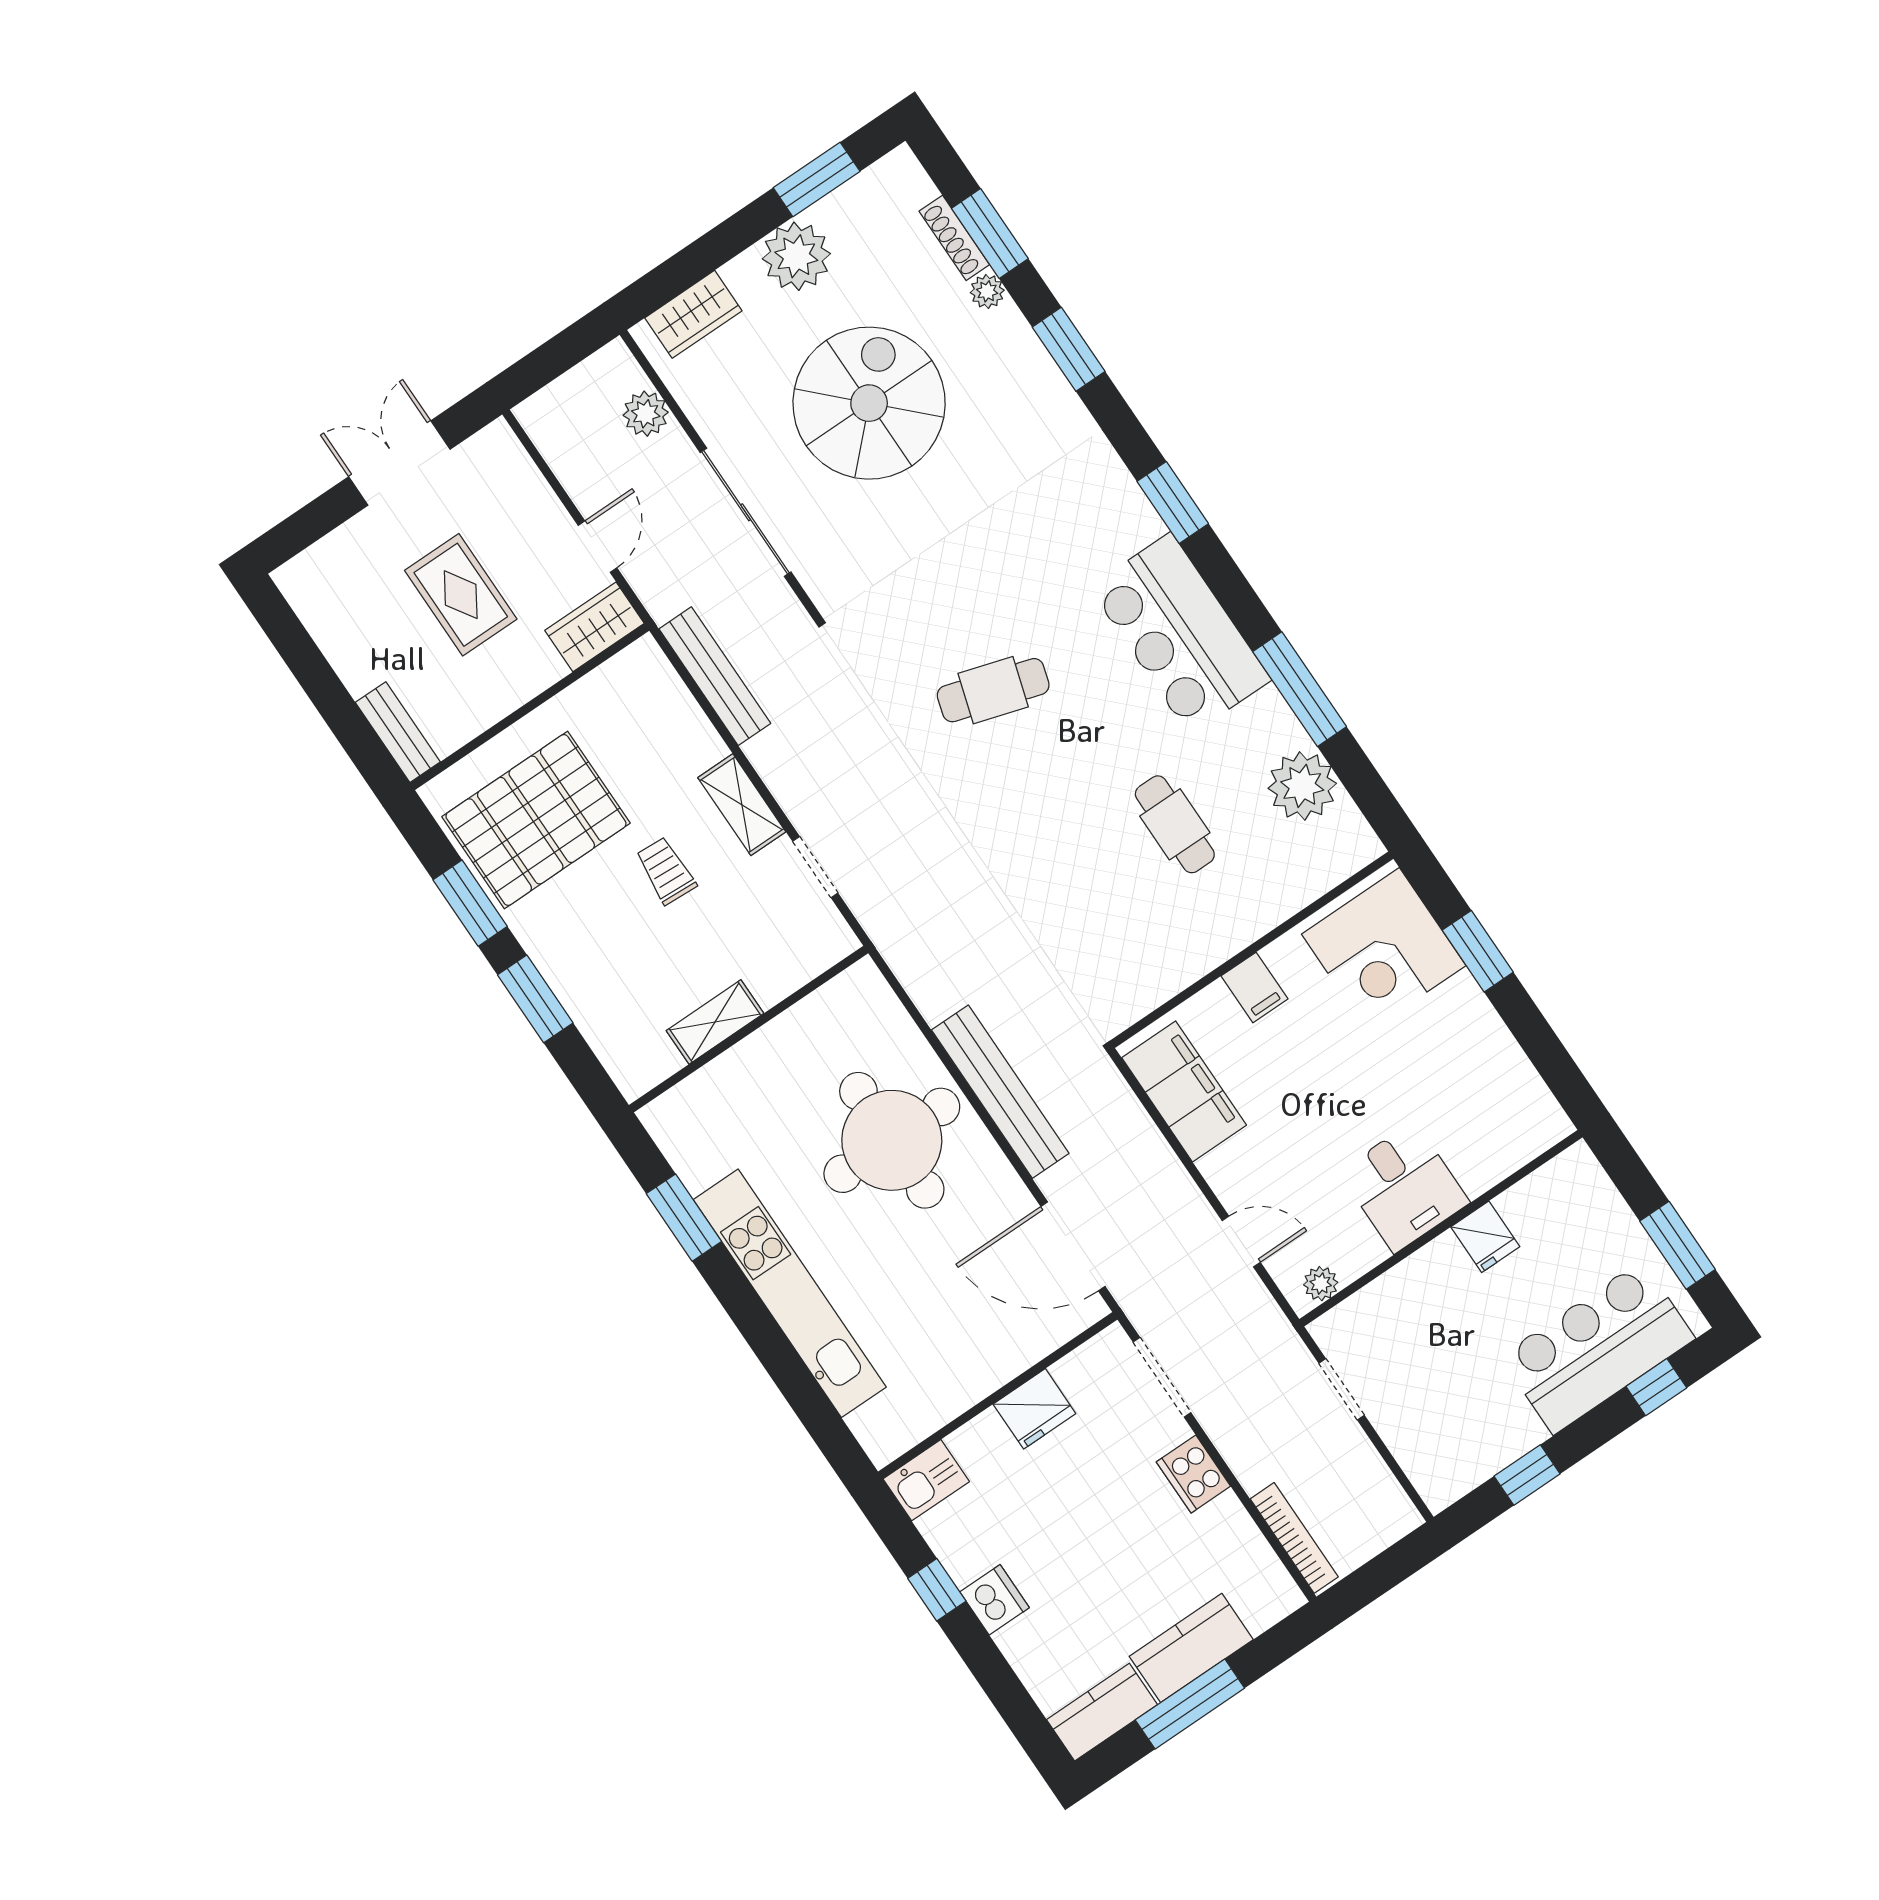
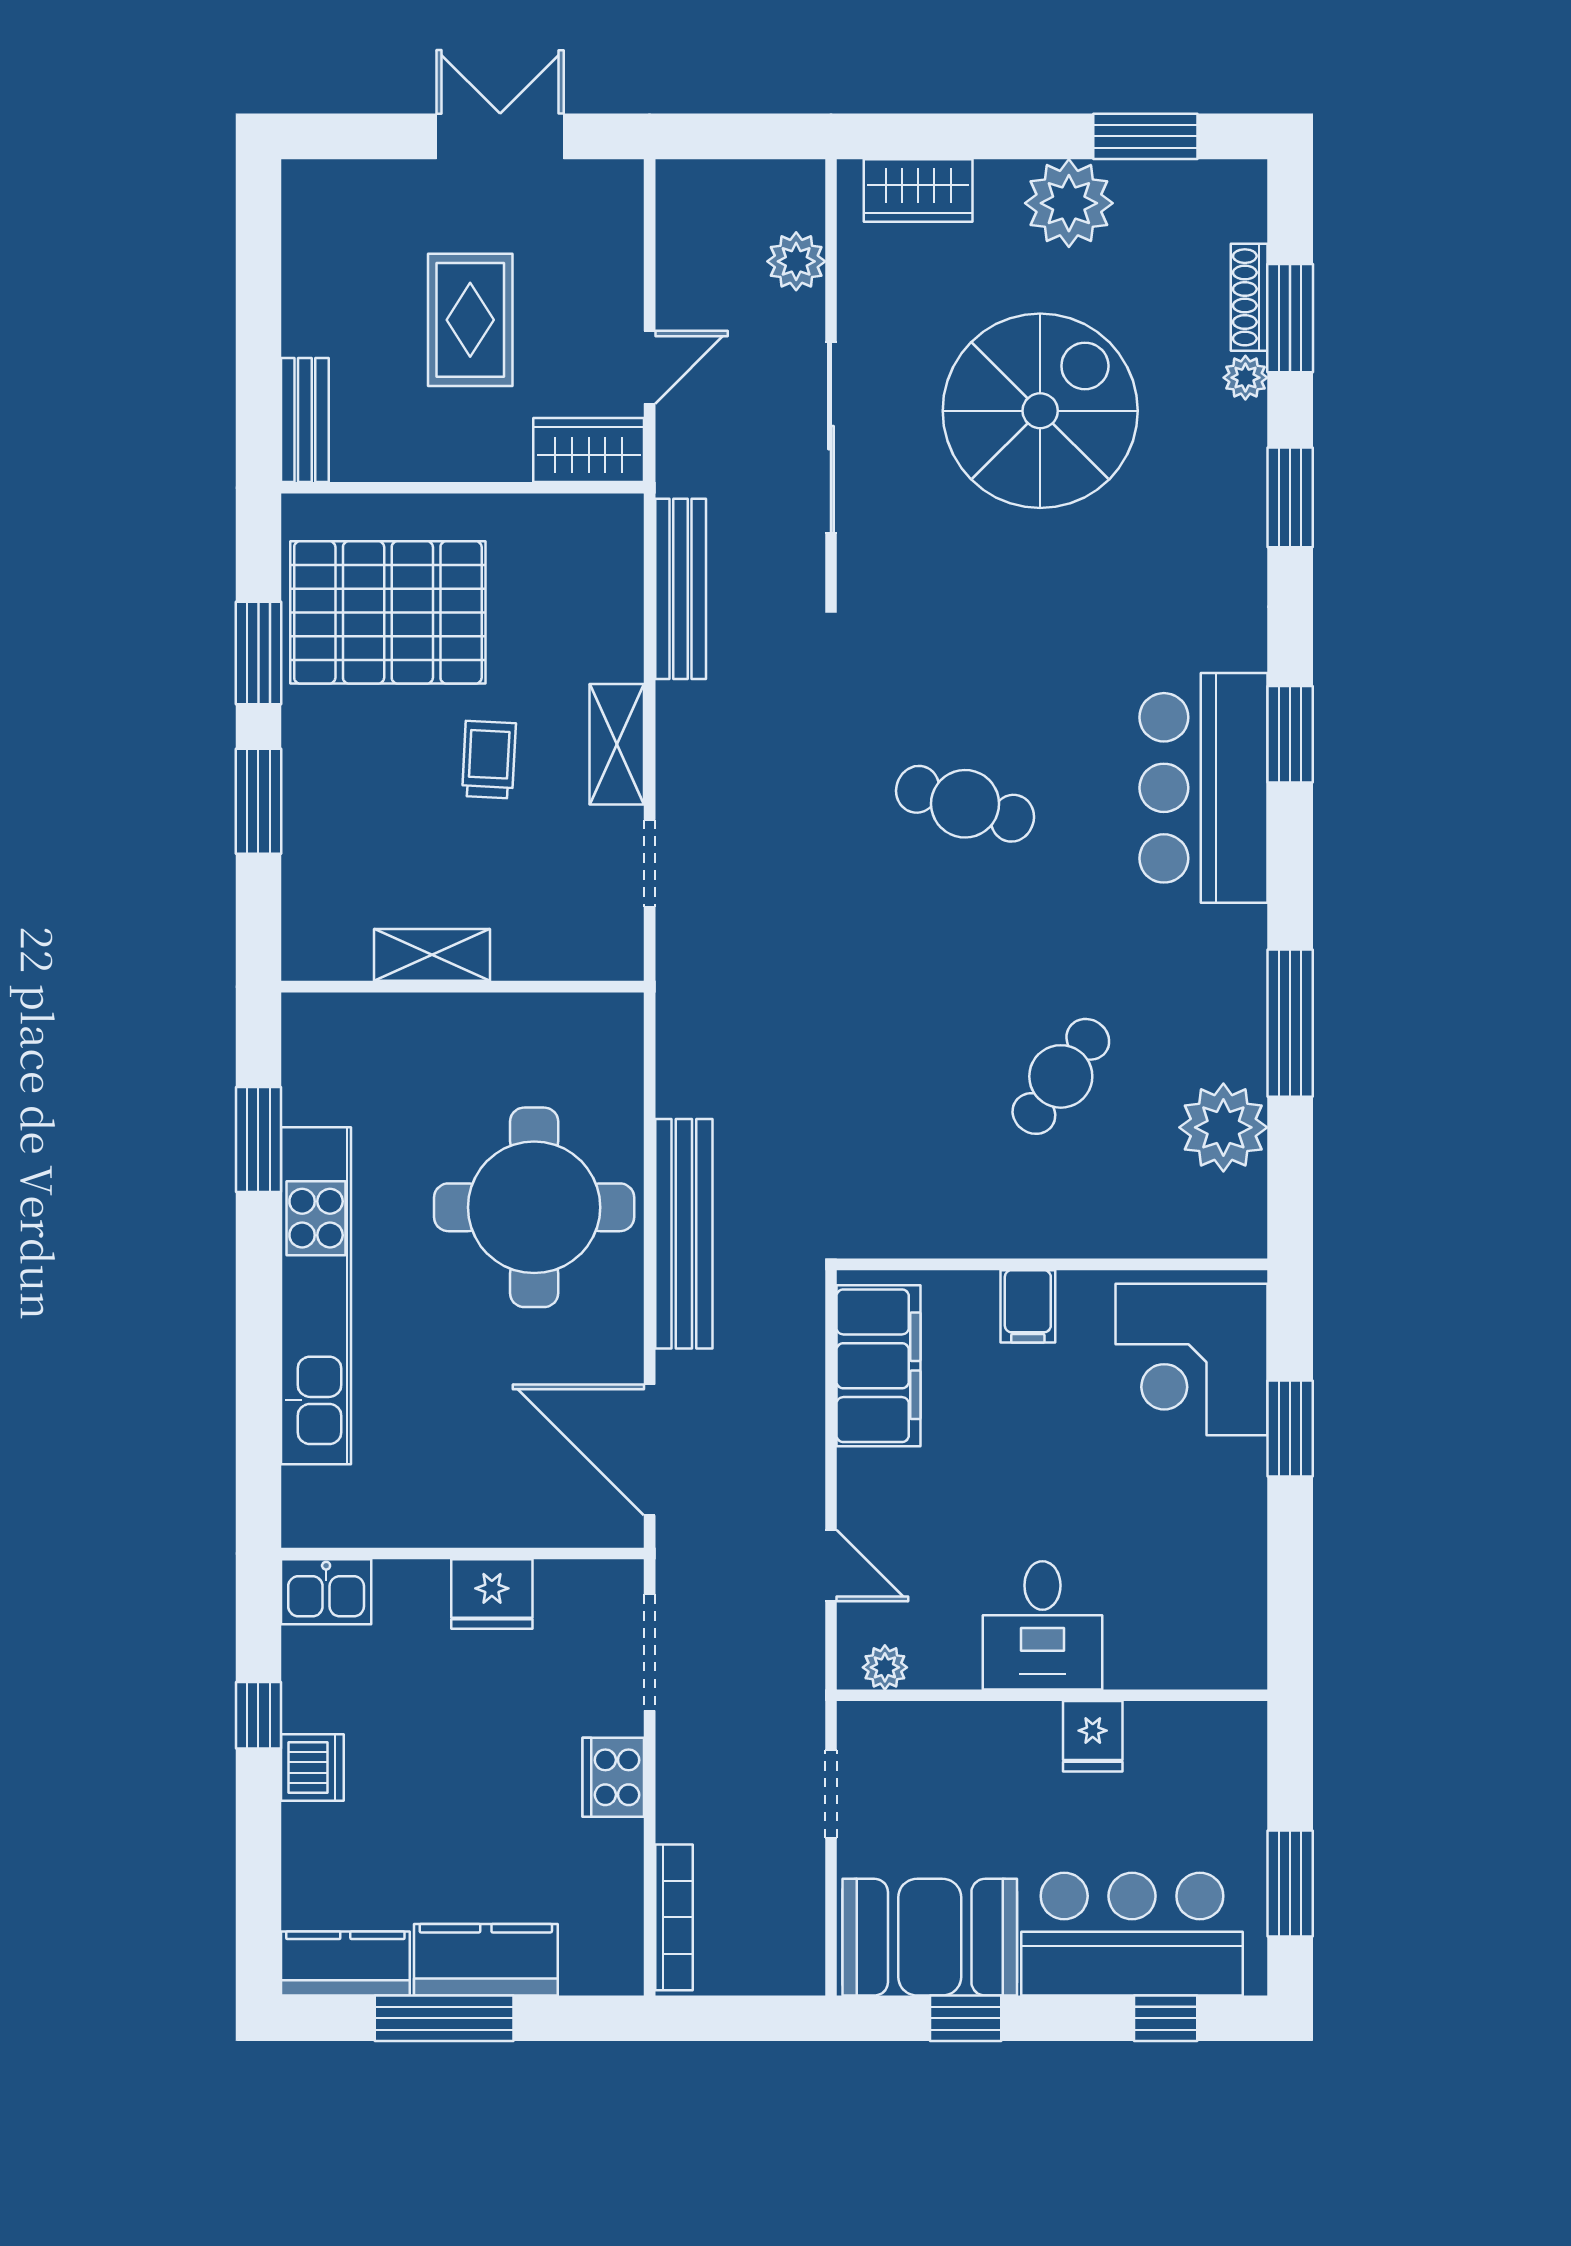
bar counter: (1180, 634) -> (1204, 788), moved
cafe table: (1175, 824) -> (1061, 1076), turned 36
booth: (1468, 1438) -> (930, 1937), added

